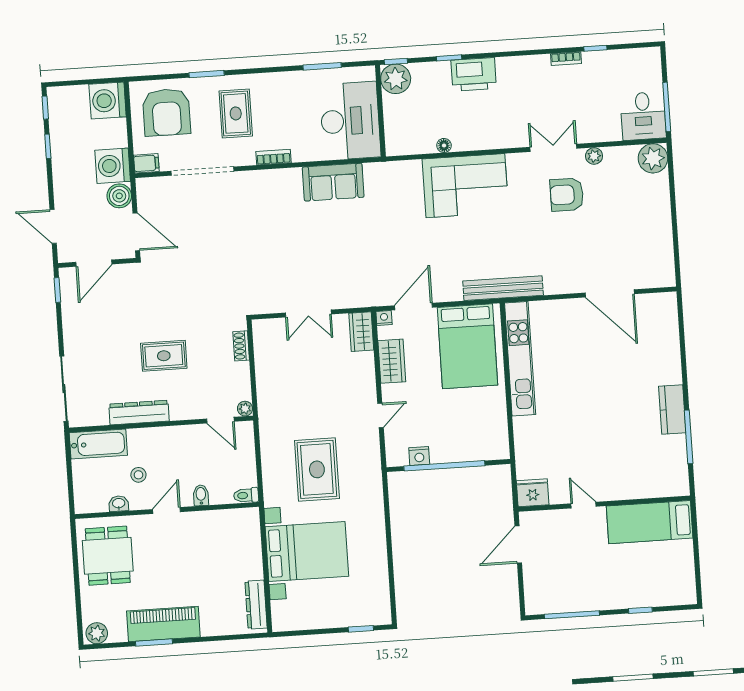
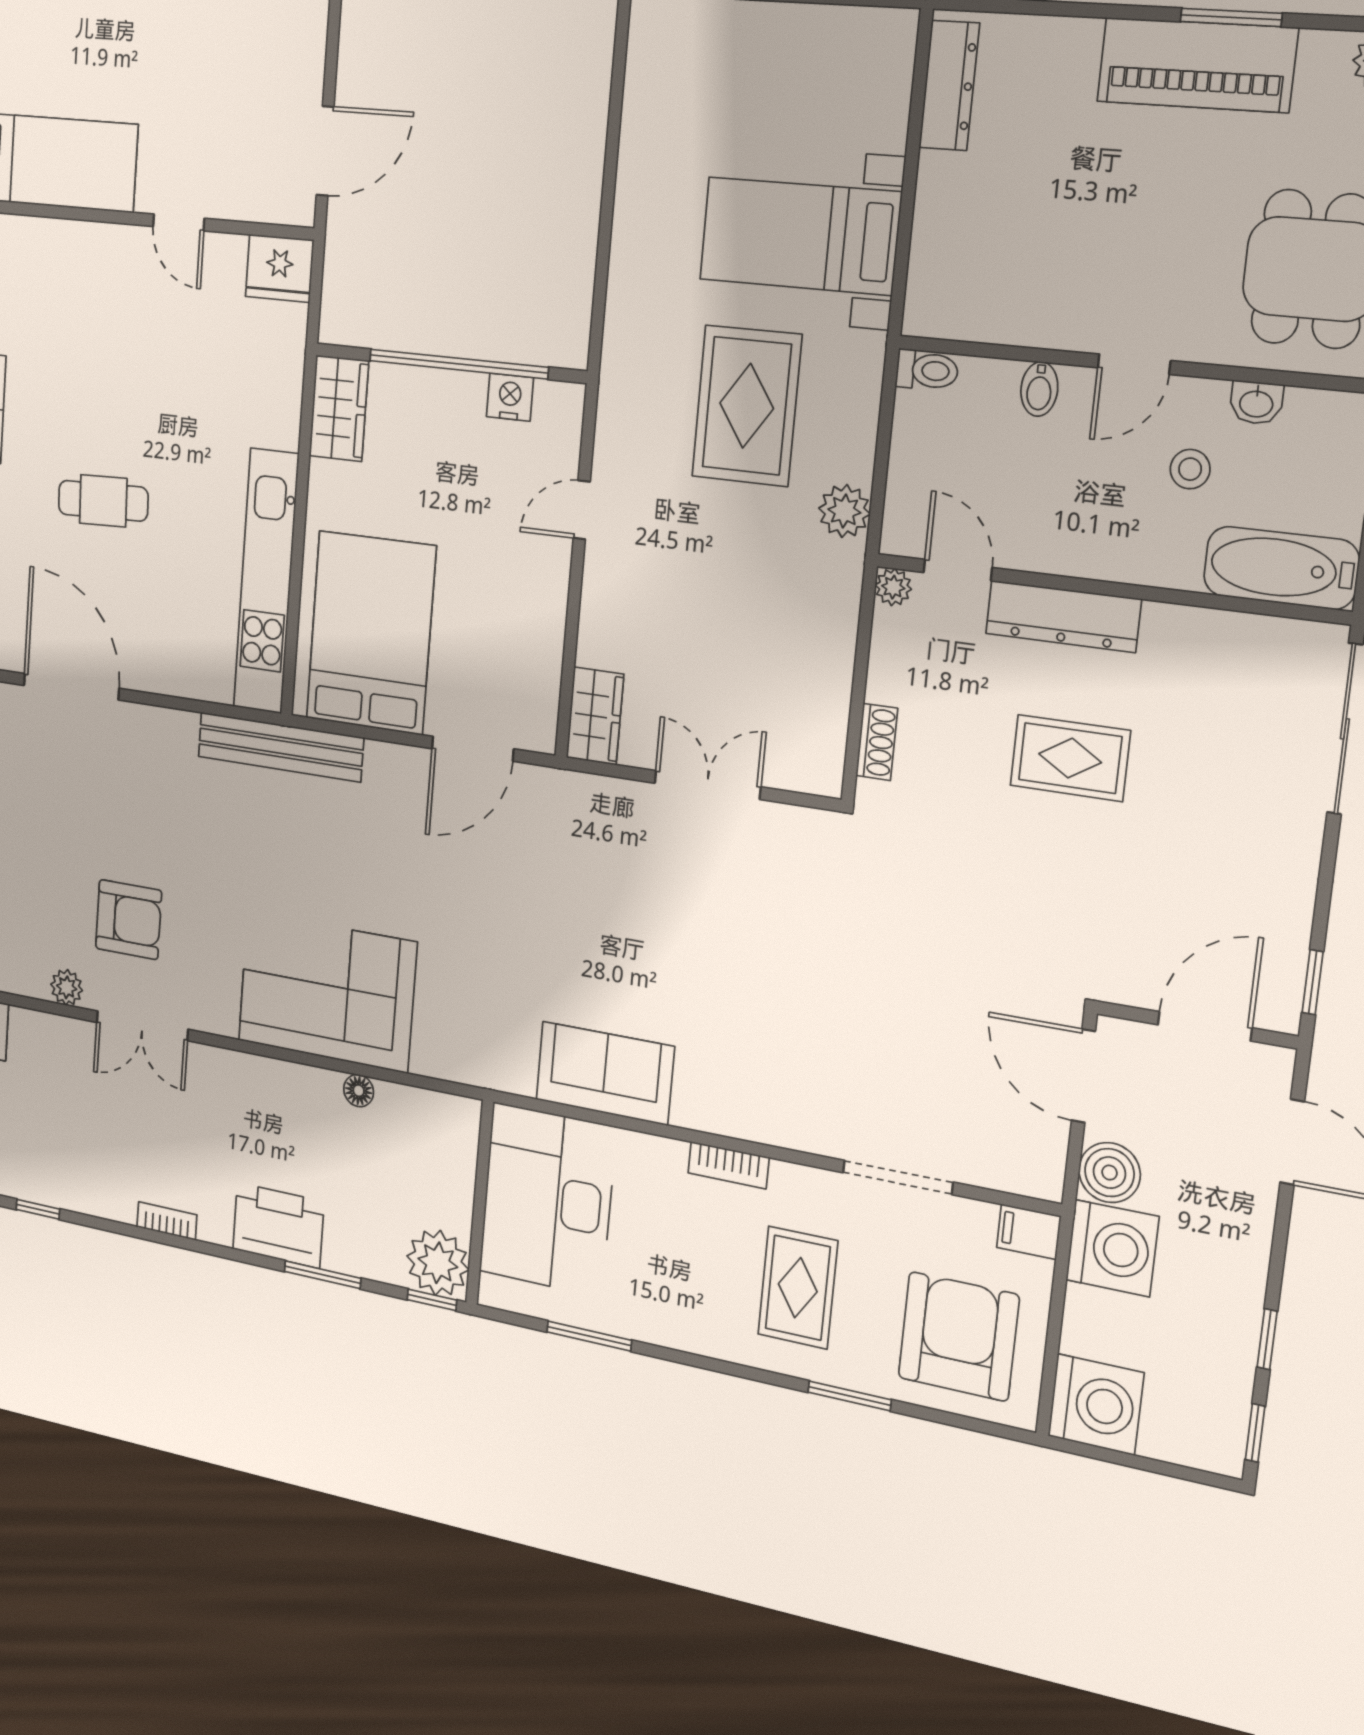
window: (449, 58) -> (323, 1275), width x1.50
bookcase: (566, 59) -> (167, 1221), moved
doorway: (202, 171) -> (898, 1177), width x0.73
nightstand: (384, 318) -> (540, 736), removed
wardrobe: (392, 361) -> (339, 408), moved, turned 180
cafe table: (604, 379) -> (103, 501), added
dresser: (139, 413) -> (1063, 616), moved
plant: (270, 435) -> (844, 511), added
bed with nightstands: (307, 551) -> (800, 236), width x0.73

